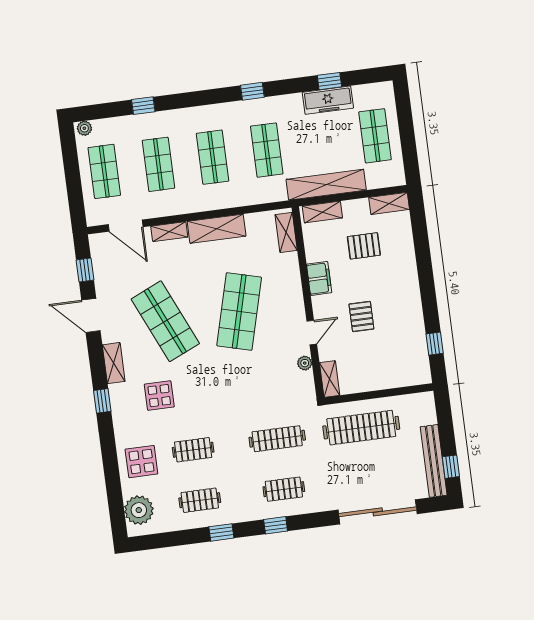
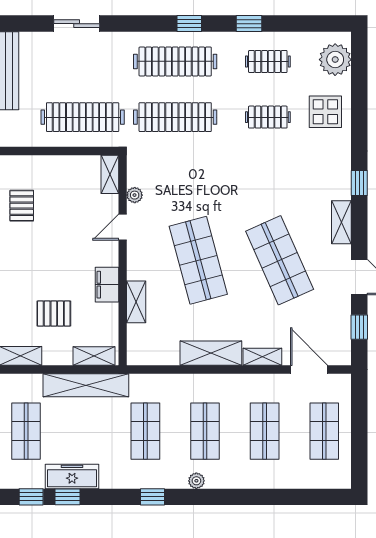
window: (143, 106) -> (31, 497), moved
plant: (84, 128) -> (196, 481), moved
shelving: (286, 232) -> (136, 302), moved
shop shelf: (239, 312) -> (198, 260), turned -30
pallet: (361, 316) -> (22, 206), moved
display table: (159, 396) -> (297, 181), removed
clothes rail: (277, 439) -> (175, 117), width x1.37, depth x1.31
clothes rail: (284, 489) -> (175, 61), width x1.86, depth x1.31
sliding door: (378, 512) -> (77, 24), width x0.54

